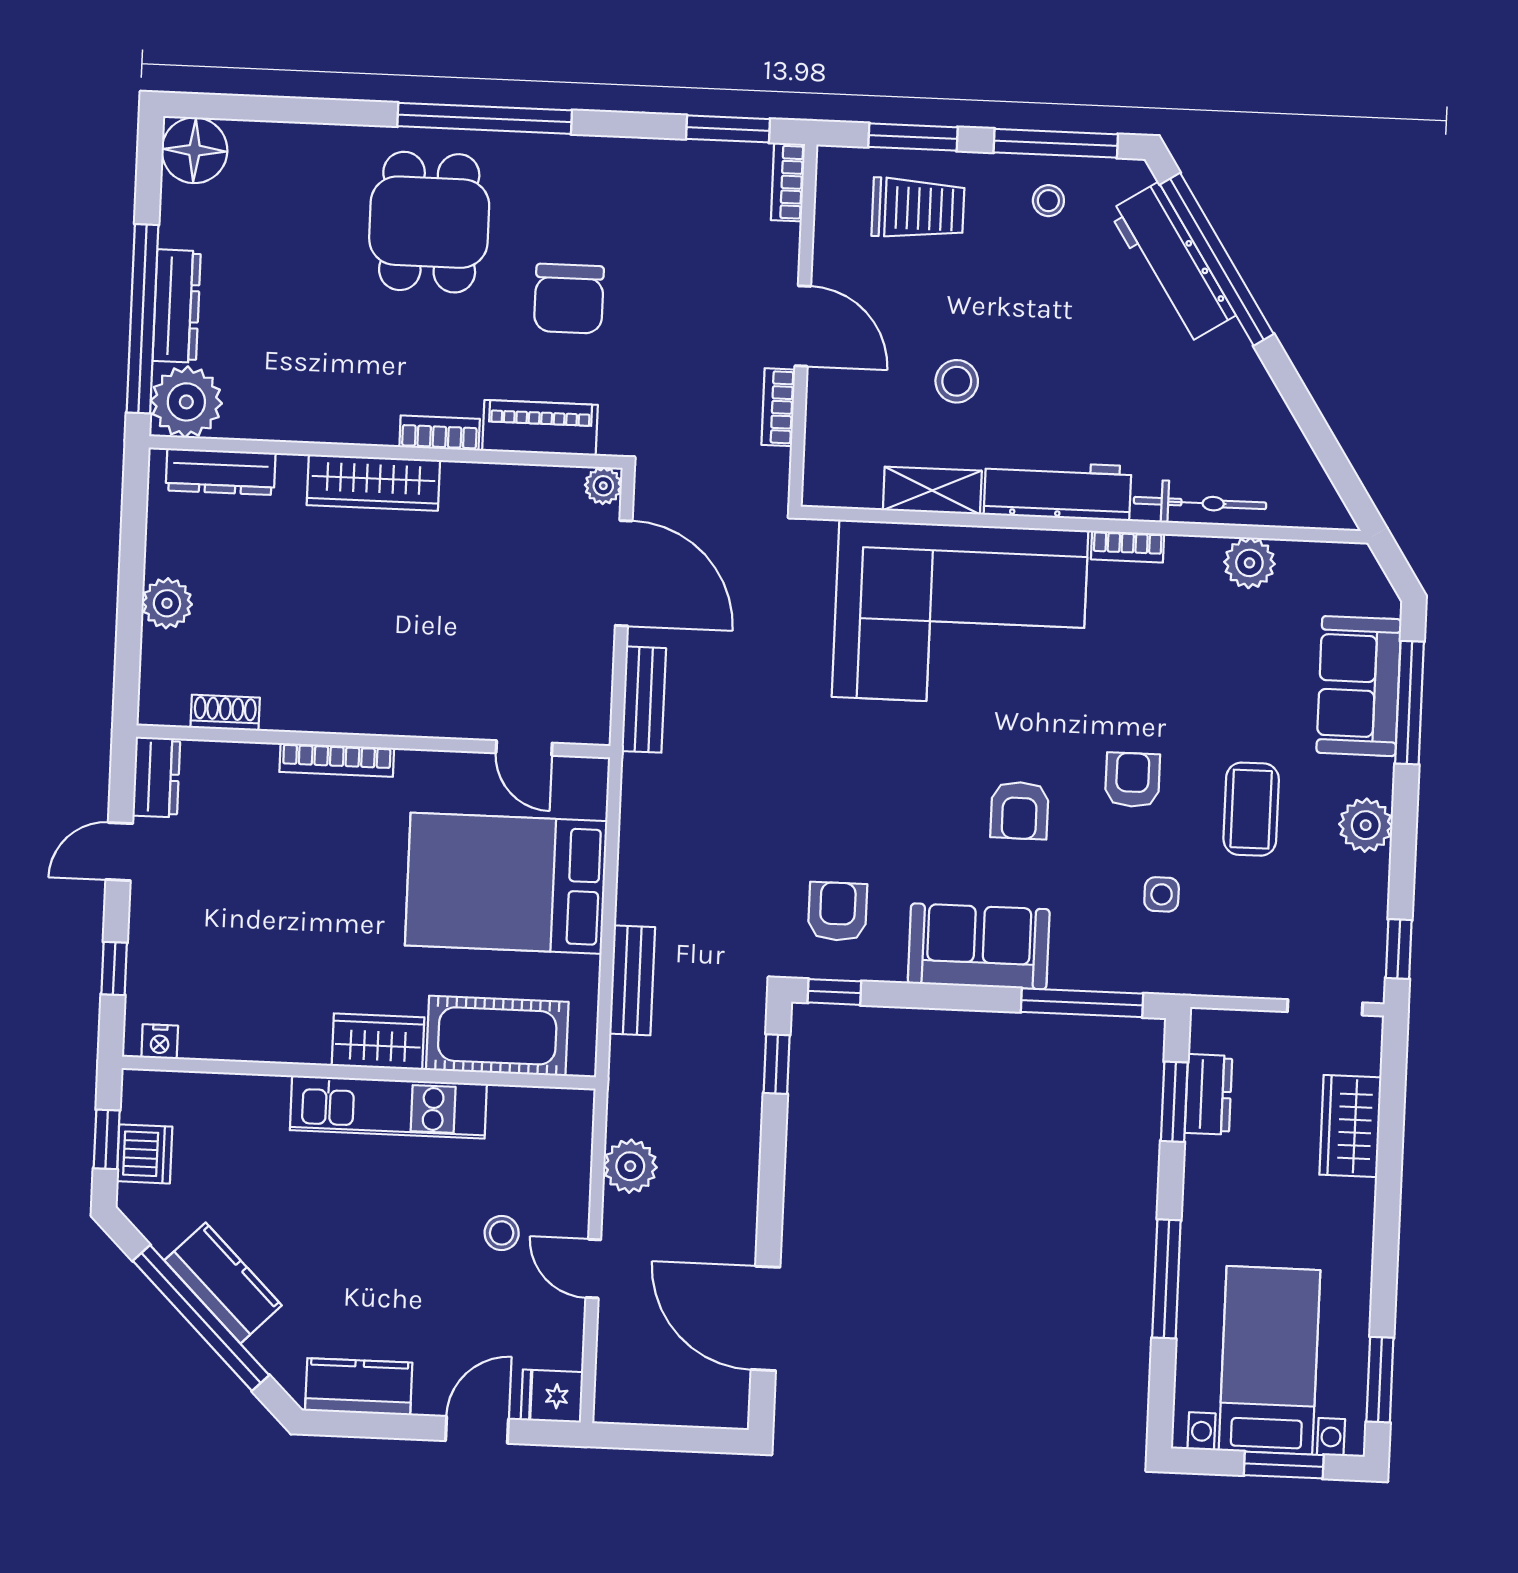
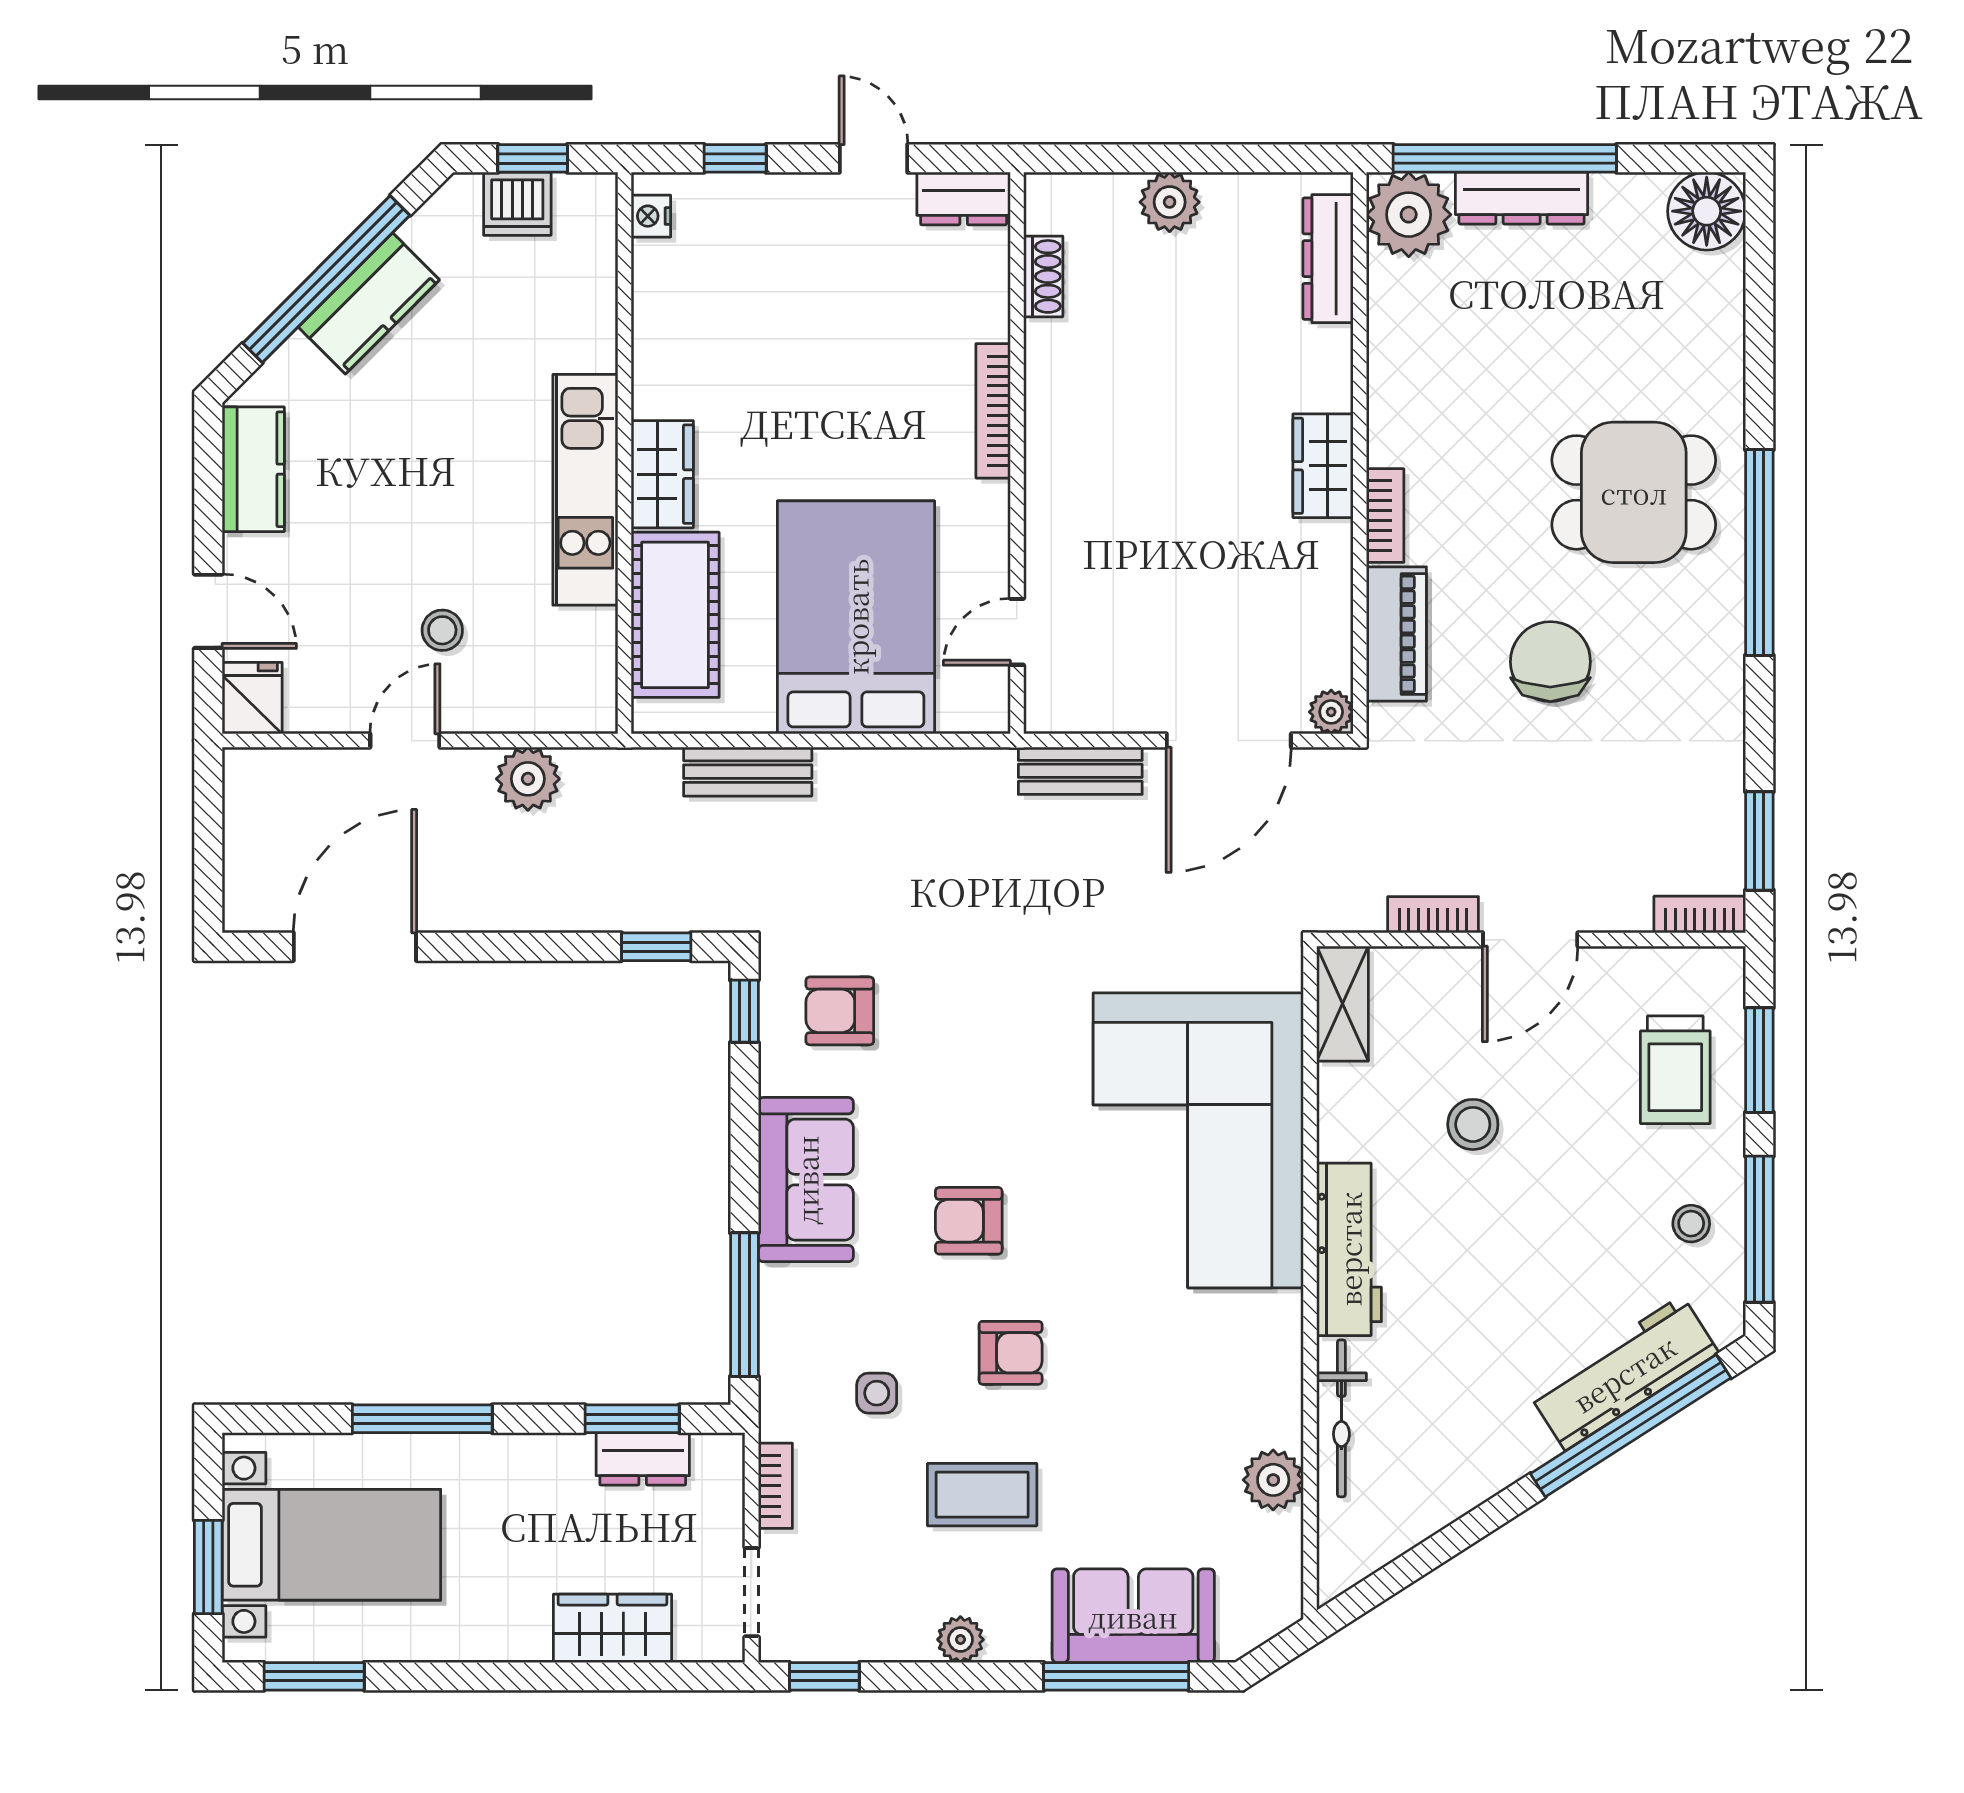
chair: (569, 299) -> (1550, 662), turned 90
wardrobe: (373, 483) -> (1323, 466), width x0.67
shelving: (932, 490) -> (1342, 1004), moved
bookcase: (1128, 547) -> (775, 1486), moved, turned 180
plant: (1366, 825) -> (960, 1640), width x0.73, depth x0.73
armchair: (838, 911) -> (840, 1011), turned 180

